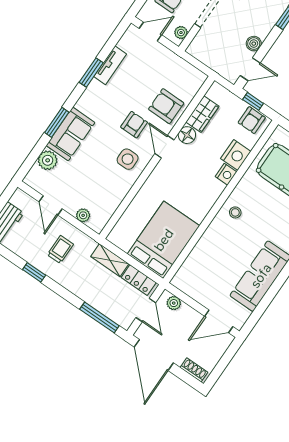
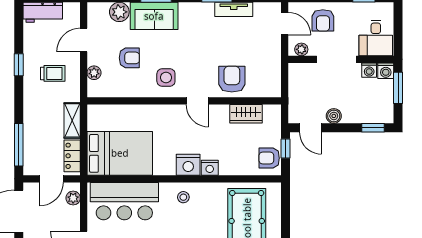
armchair: (134, 125) -> (129, 58), moved
floor lamp: (187, 135) -> (220, 113), removed
door: (164, 147) -> (197, 101), swing flipped
nightstand: (236, 155) -> (188, 165), moved
bar counter: (205, 263) -> (124, 201), added

